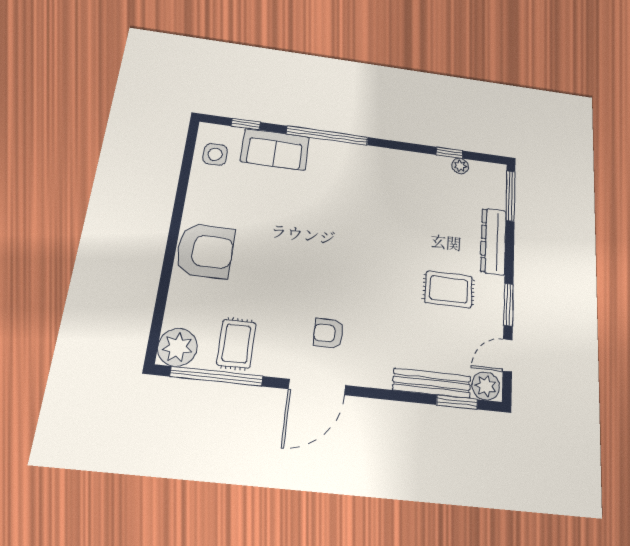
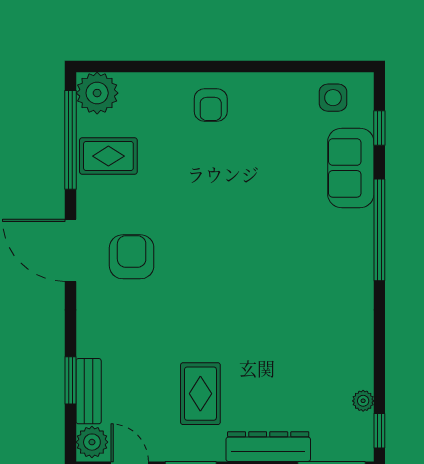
window: (449, 153) -> (379, 431), moved
armchair: (205, 251) -> (211, 105), width x0.53, depth x0.53
armchair: (328, 333) -> (132, 257), width x1.38, depth x1.38
bench: (432, 383) -> (89, 391), width x0.73
window: (457, 402) -> (71, 380), moved

